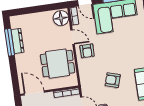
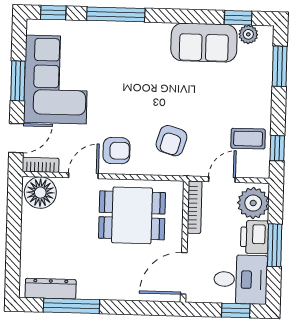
dresser: (18, 41) -> (51, 289), moved
dining table: (58, 64) -> (132, 215), turned 90
armchair: (113, 80) -> (171, 141), moved

